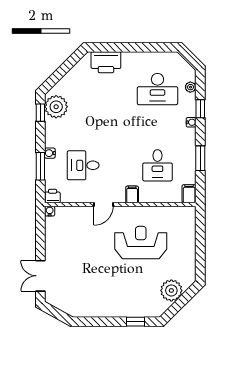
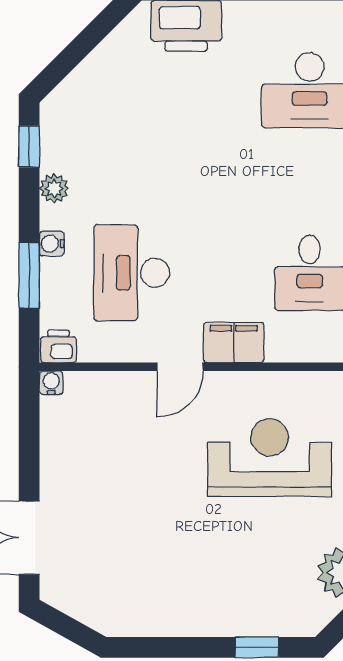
plant: (56, 107) -> (54, 188), moved, width x0.53, depth x0.53
desk: (83, 165) -> (132, 273), width x1.37
filing cabinet: (132, 194) -> (234, 342), width x2.00

